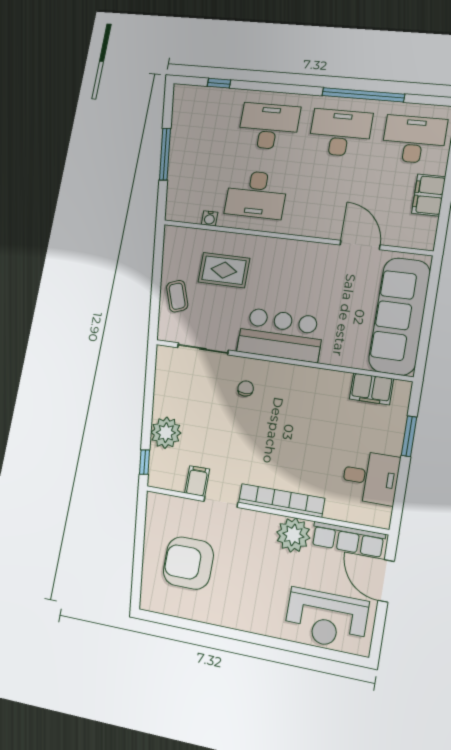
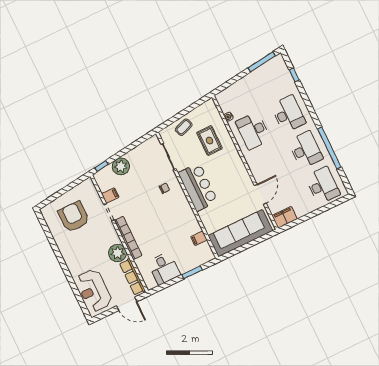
window: (165, 154) -> (262, 62), moved
filing cabinet: (429, 195) -> (285, 217), moved
filing cabinet: (371, 389) -> (199, 238), width x0.50
door: (386, 581) -> (127, 304), swing flipped

